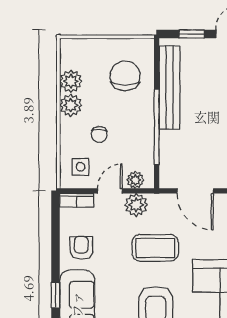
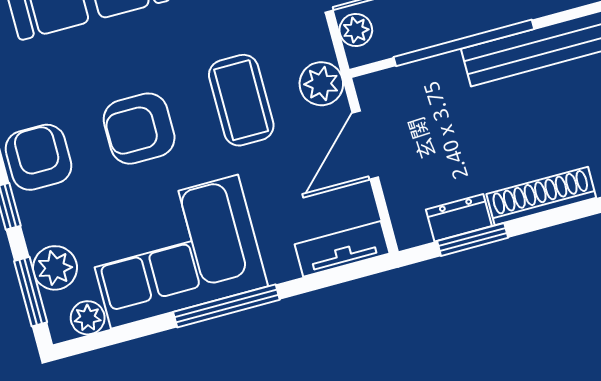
plant: (136, 205) -> (321, 84), moved

